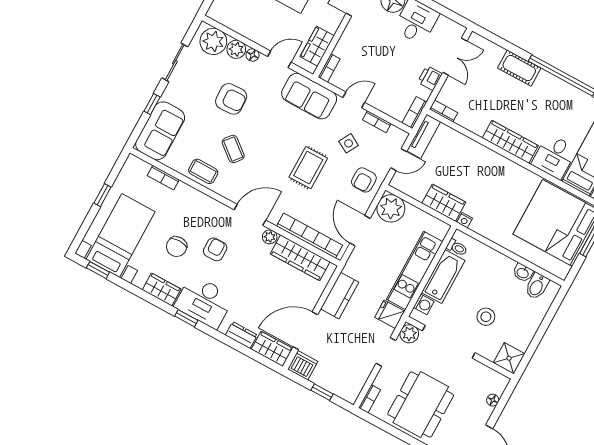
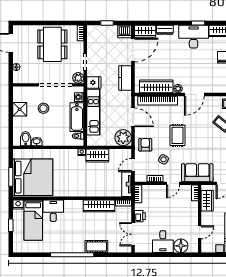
wardrobe: (510, 142) -> (99, 206), moved
armchair: (215, 249) -> (203, 67), removed
shower: (509, 358) -> (20, 109), moved

